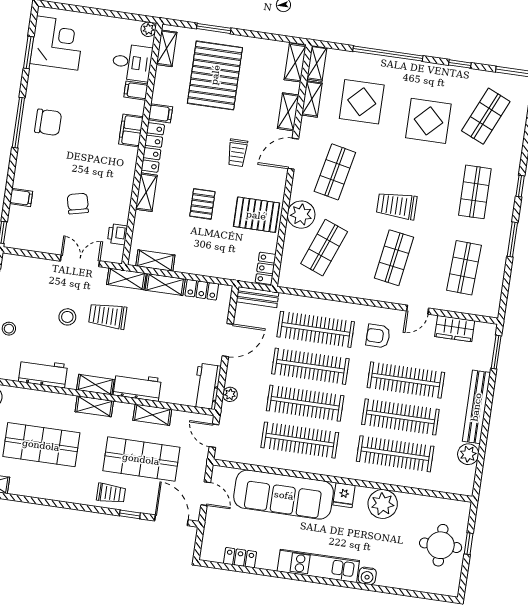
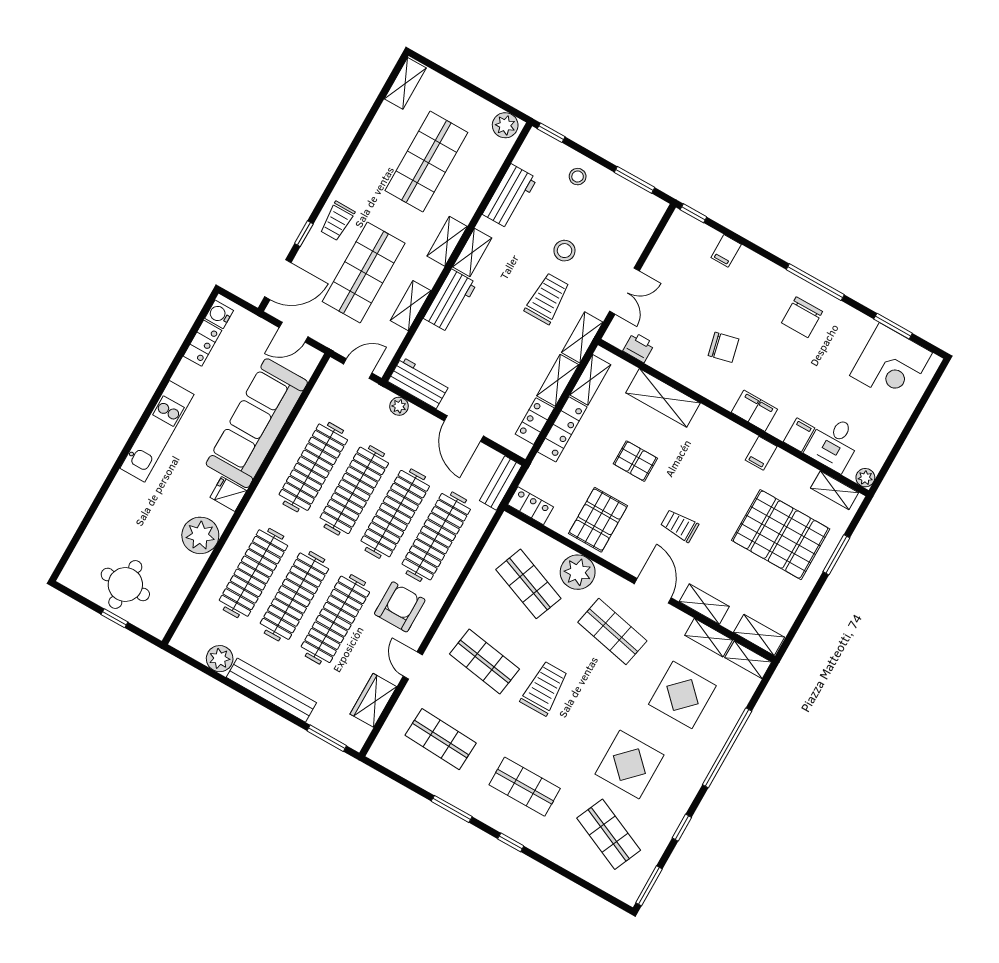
locker: (153, 147) -> (562, 429), moved, turned -90
shelving: (146, 192) -> (663, 398), width x1.50, depth x1.33
chair: (78, 204) -> (723, 347), moved
armchair: (378, 336) -> (400, 607), width x1.38, depth x1.38
water cooler: (367, 576) -> (219, 314), moved

